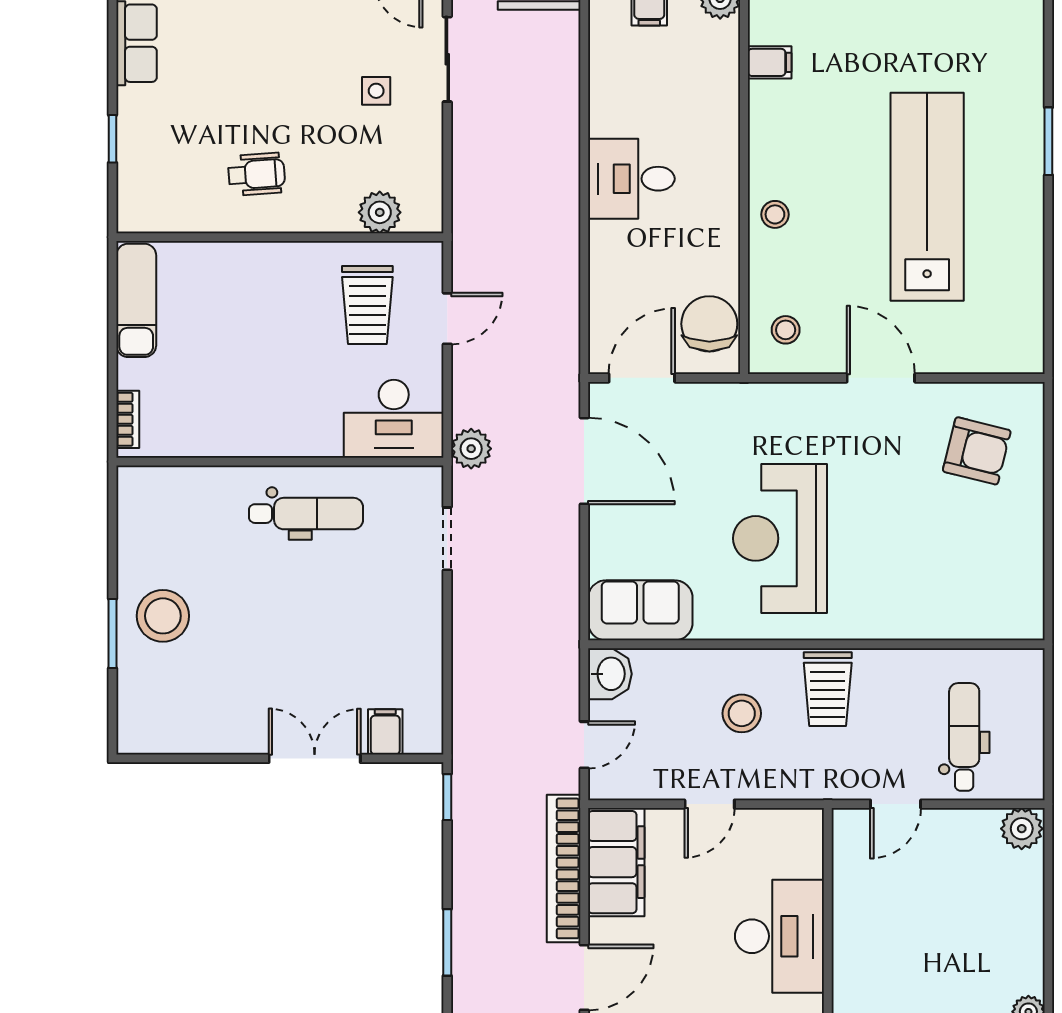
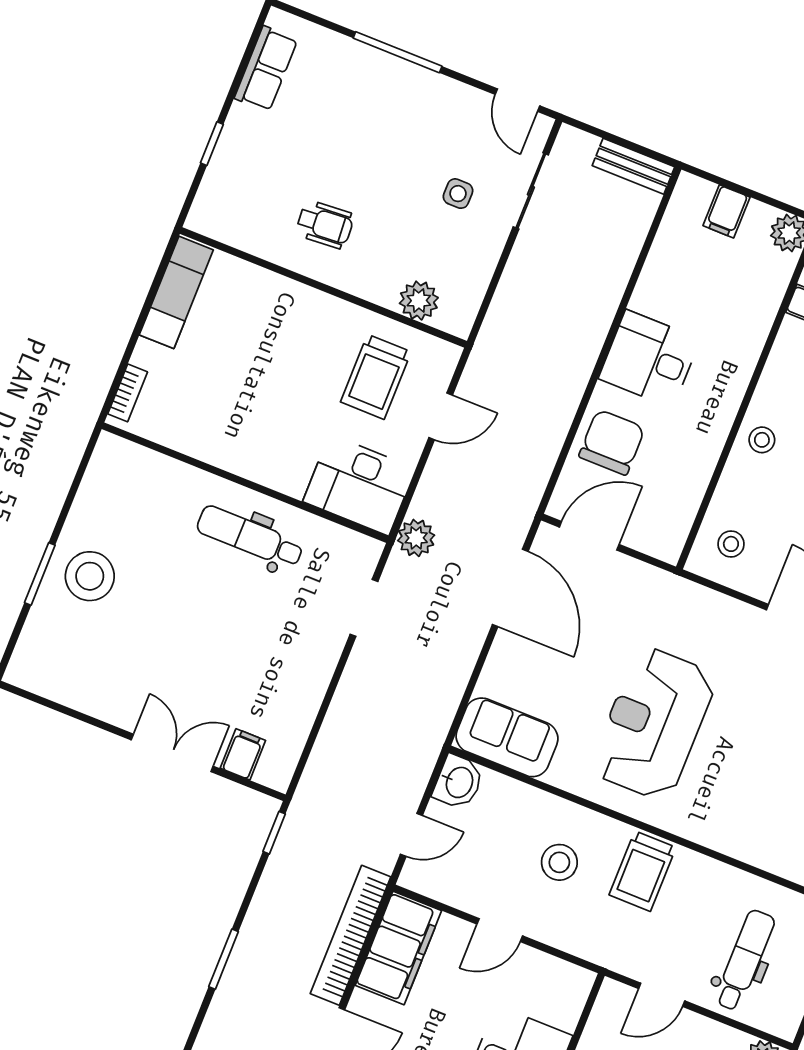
chair: (709, 324) -> (612, 442), moved
dental chair: (306, 514) -> (250, 537), turned 180

